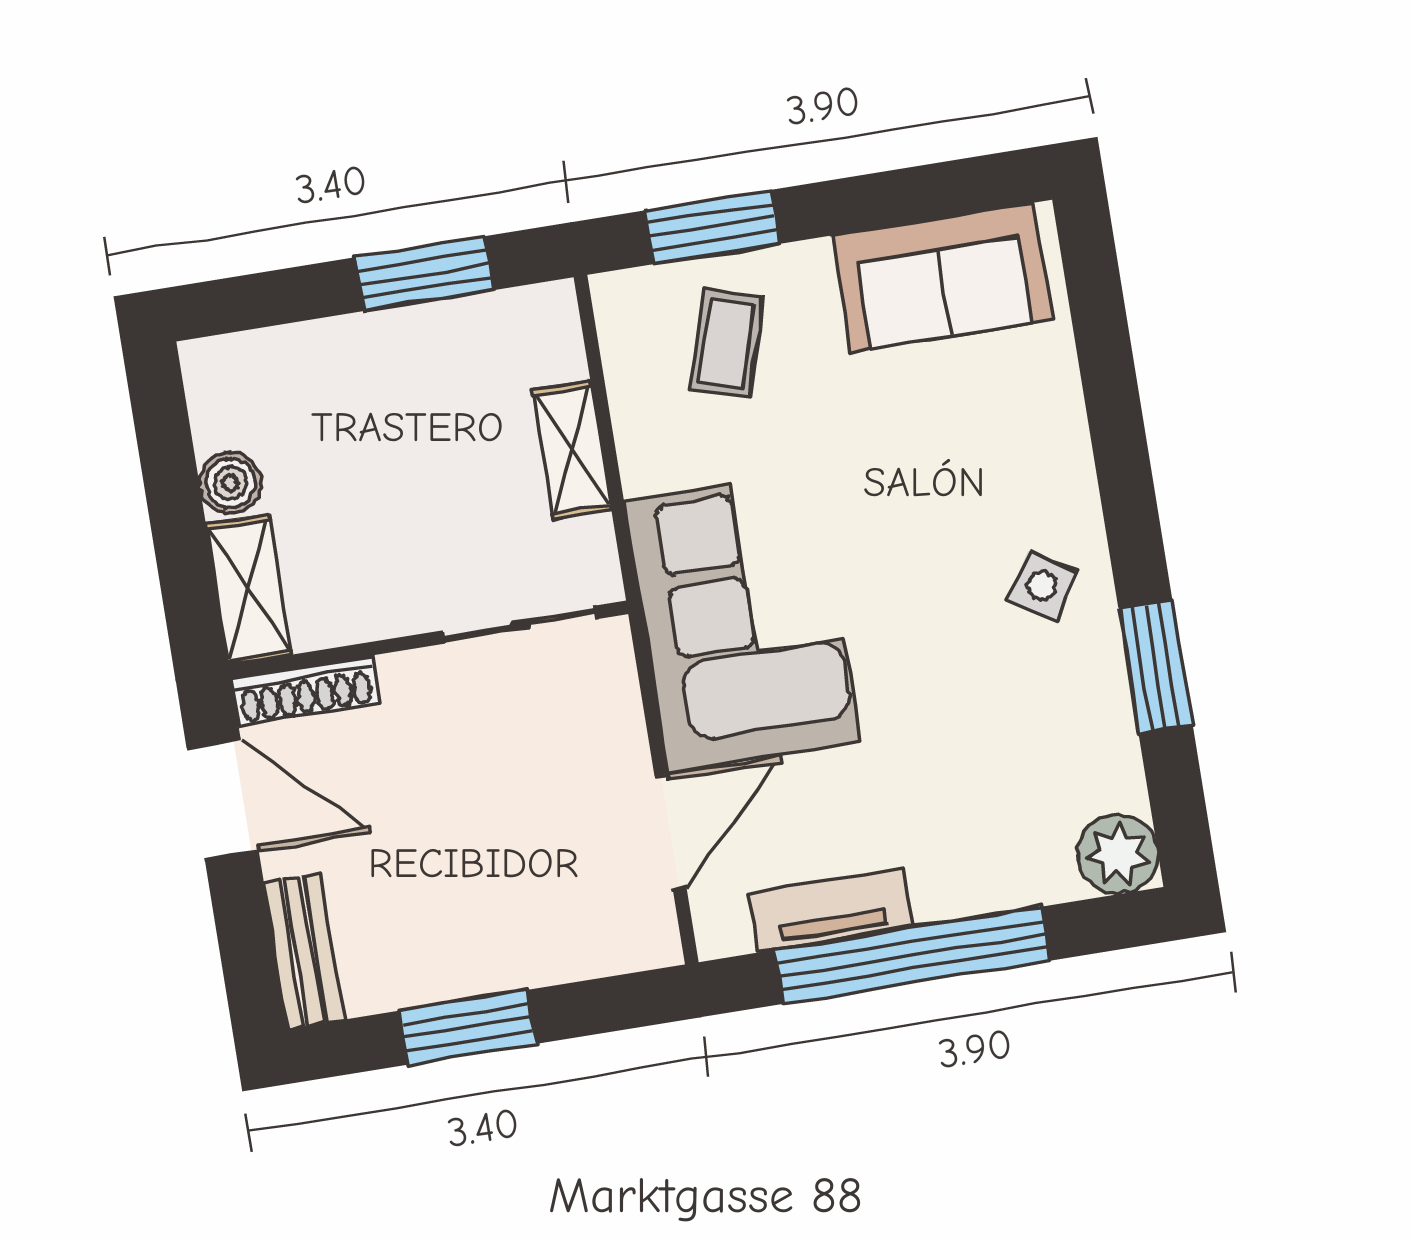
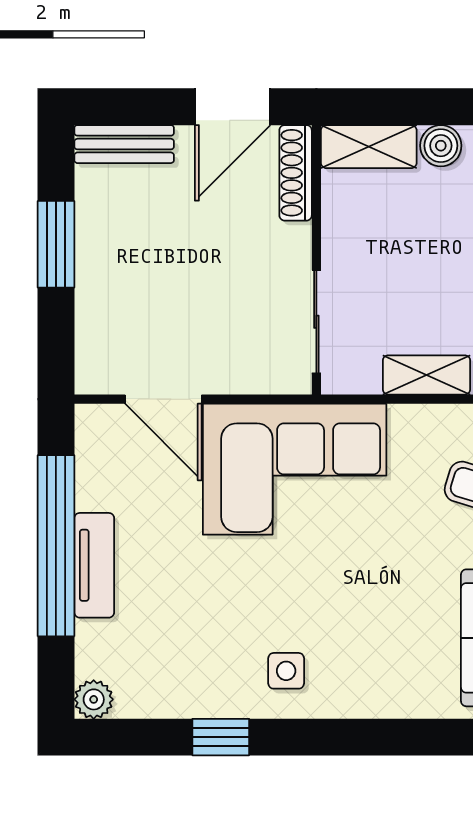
side table: (1042, 586) -> (286, 671), turned -33
window: (1155, 666) -> (221, 737), width x0.67
plant: (1118, 854) -> (94, 699), width x0.73, depth x0.73
tv unit: (831, 911) -> (94, 565), moved

